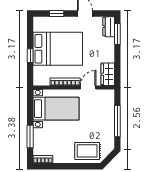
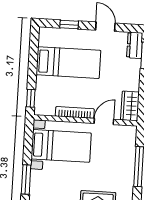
bed: (58, 49) -> (68, 63), width x0.67
window: (30, 56) -> (31, 98), moved

